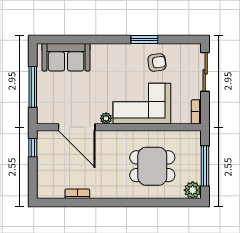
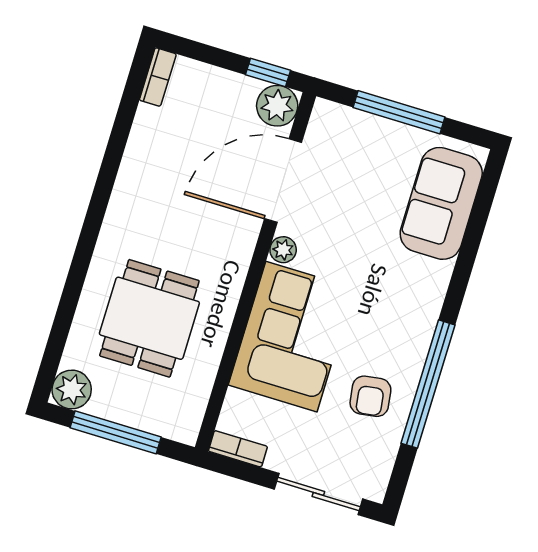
window: (144, 40) -> (428, 384), width x2.11
plant: (46, 139) -> (277, 106), added
bookcase: (77, 194) -> (158, 77), moved

